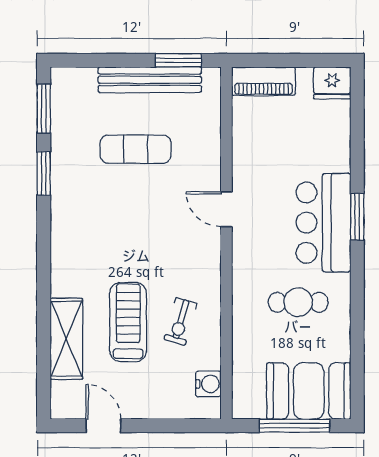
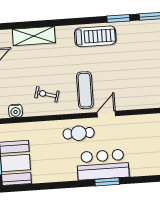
exercise mat: (136, 149) -> (85, 90), moved
cafe table: (298, 302) -> (79, 133), moved, turned 90
treadmill: (128, 322) -> (95, 36), moved

